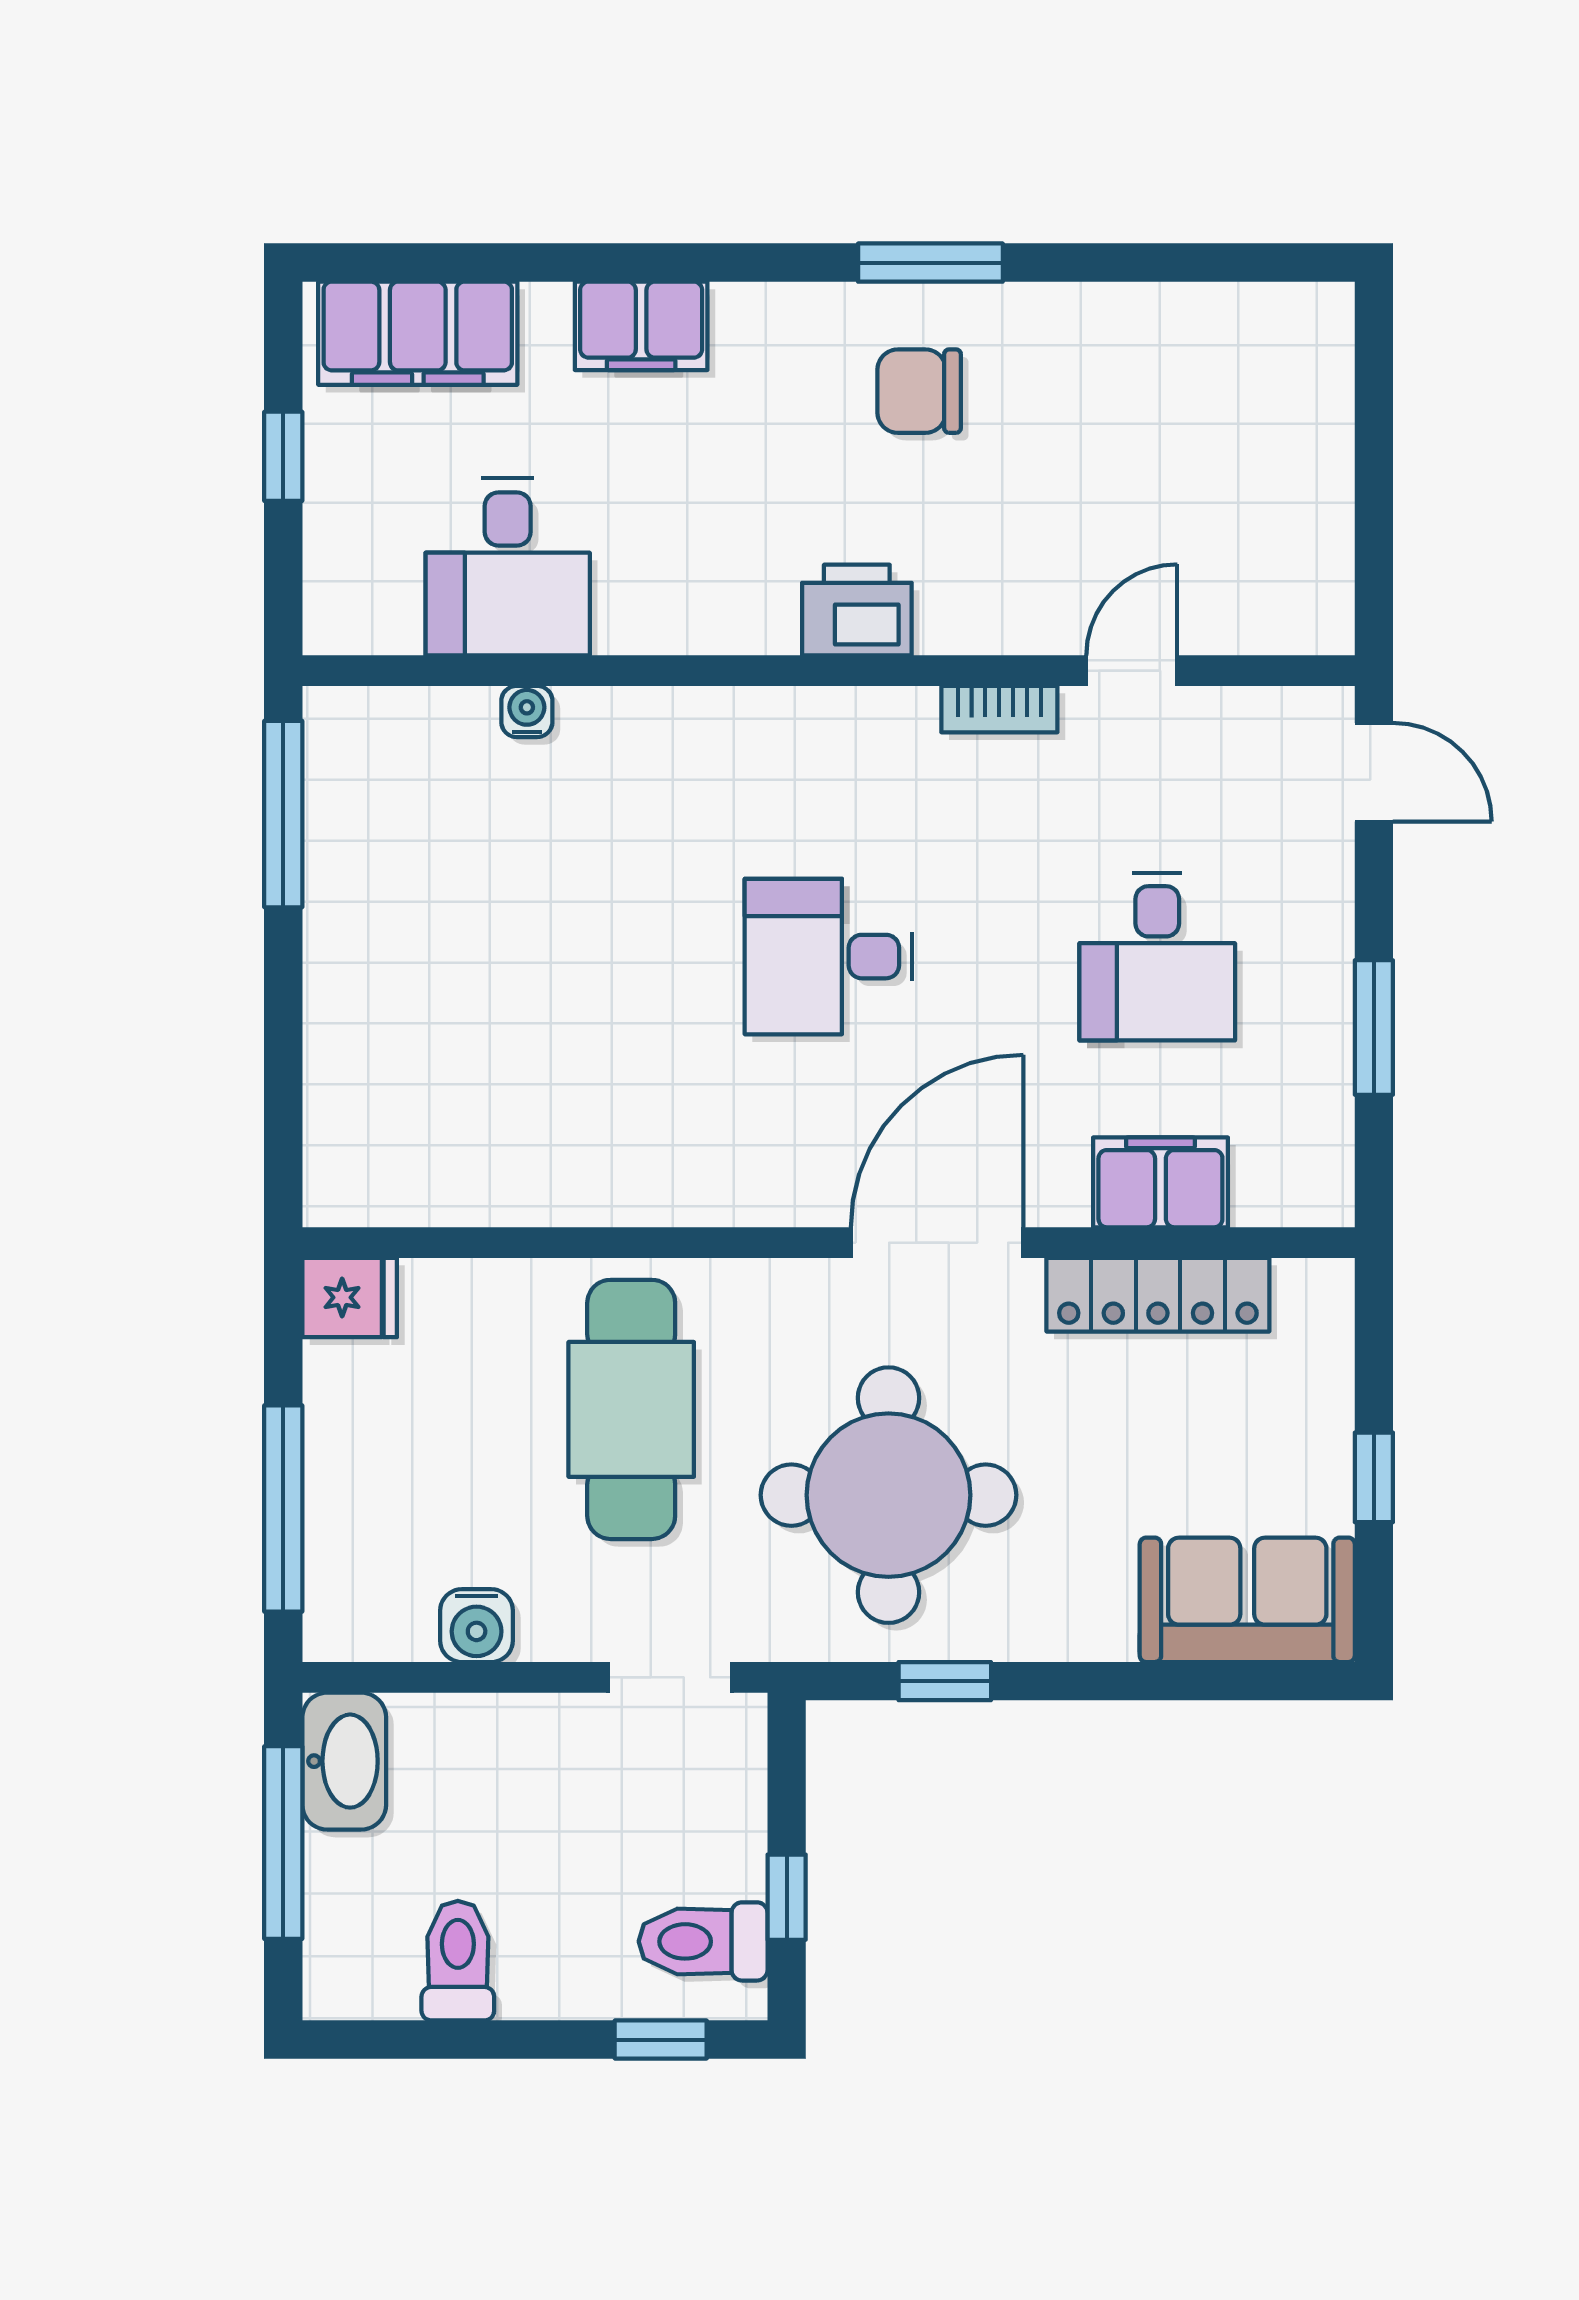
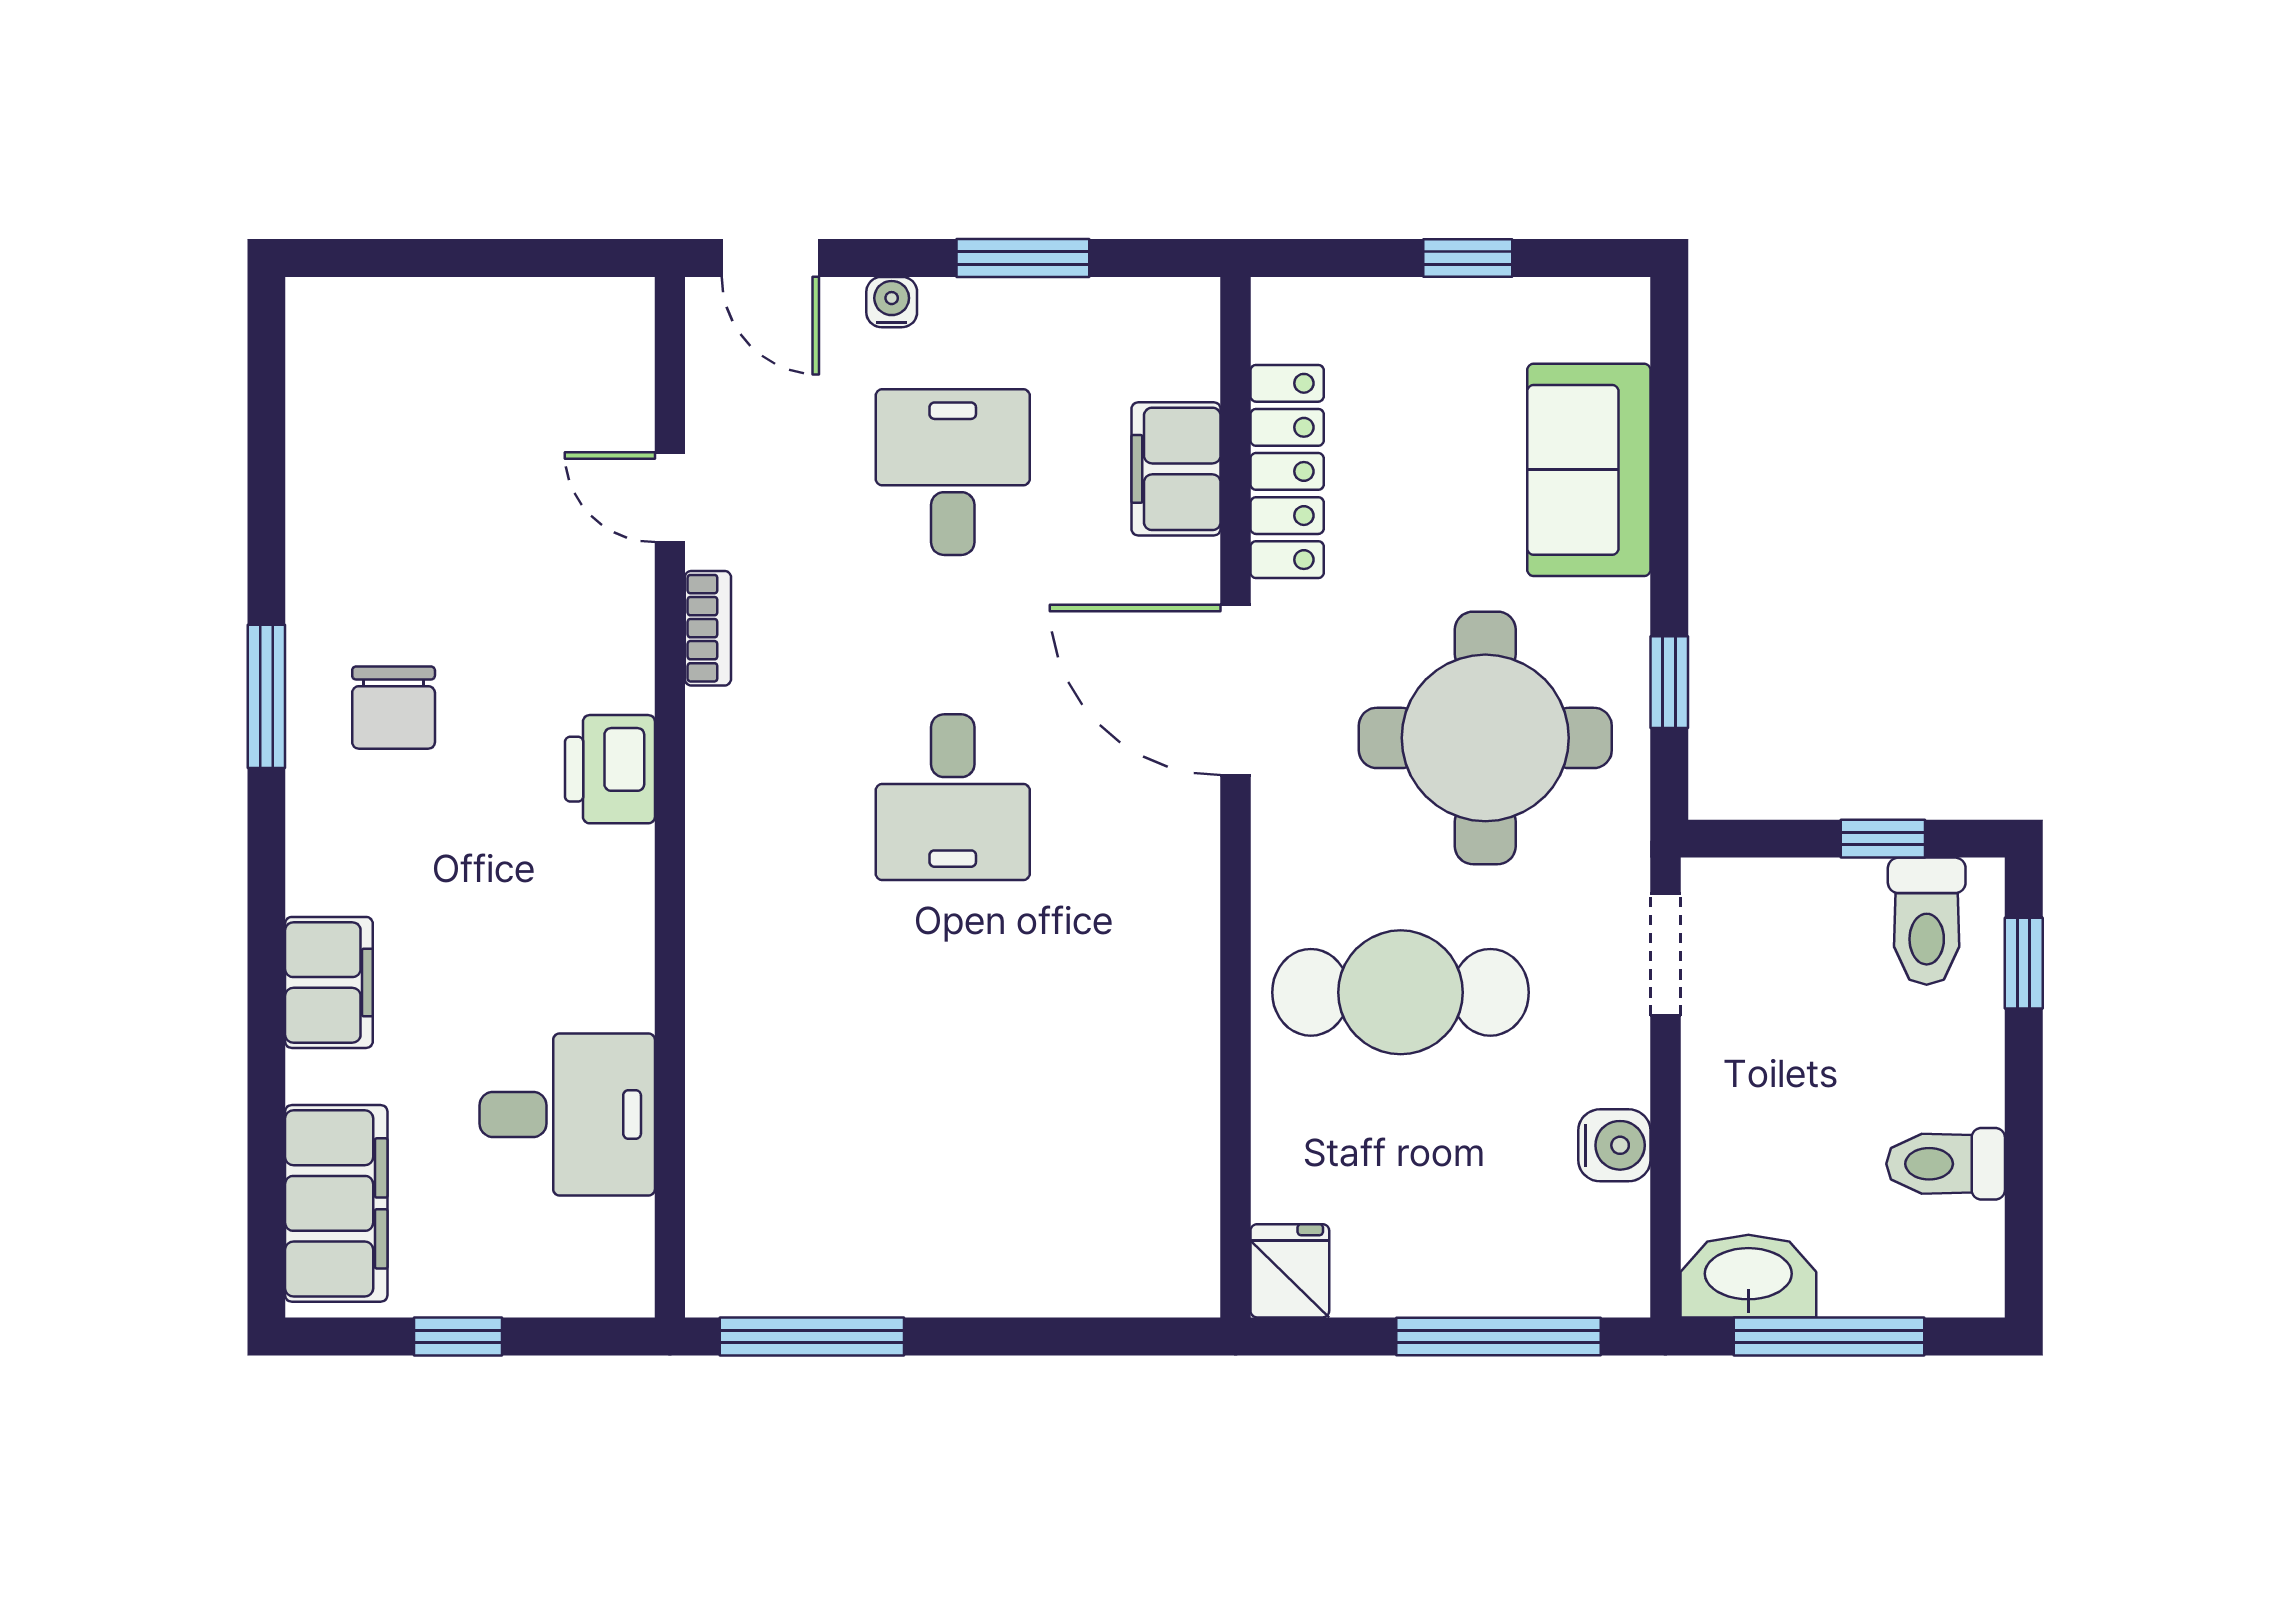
water cooler: (527, 711) -> (892, 302), moved, turned 90
door: (1374, 772) -> (770, 258), swing flipped
desk: (1157, 957) -> (953, 472), turned -90
sofa: (1247, 1600) -> (1589, 470), moved

